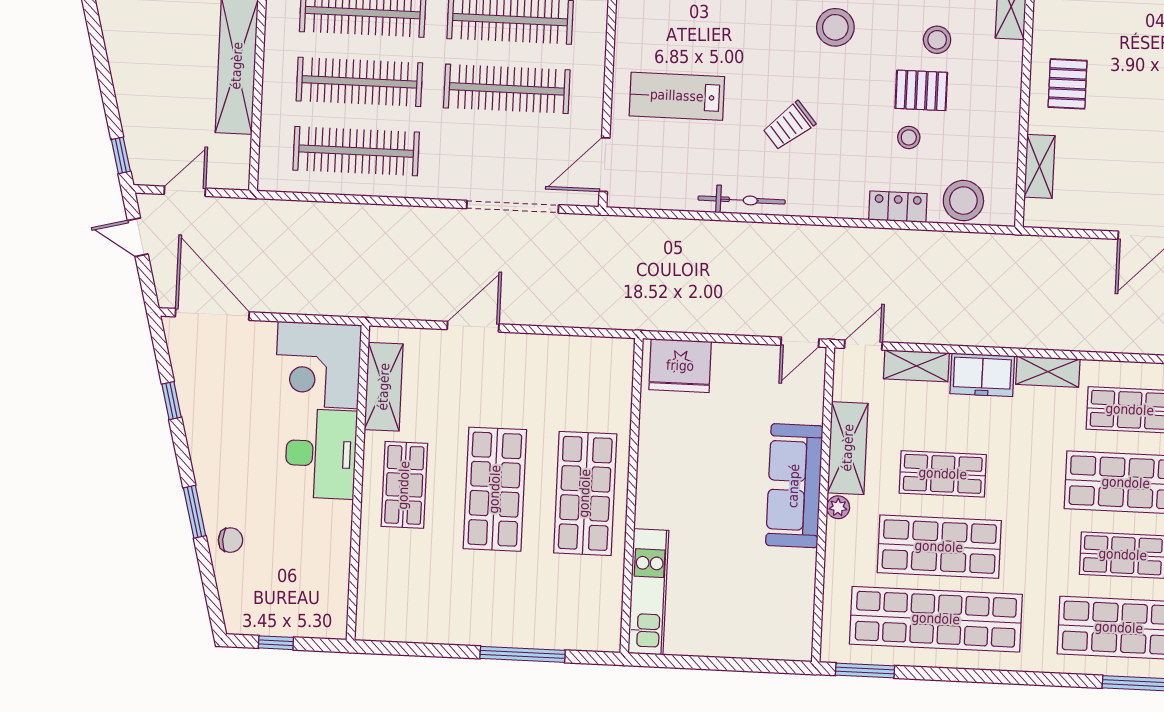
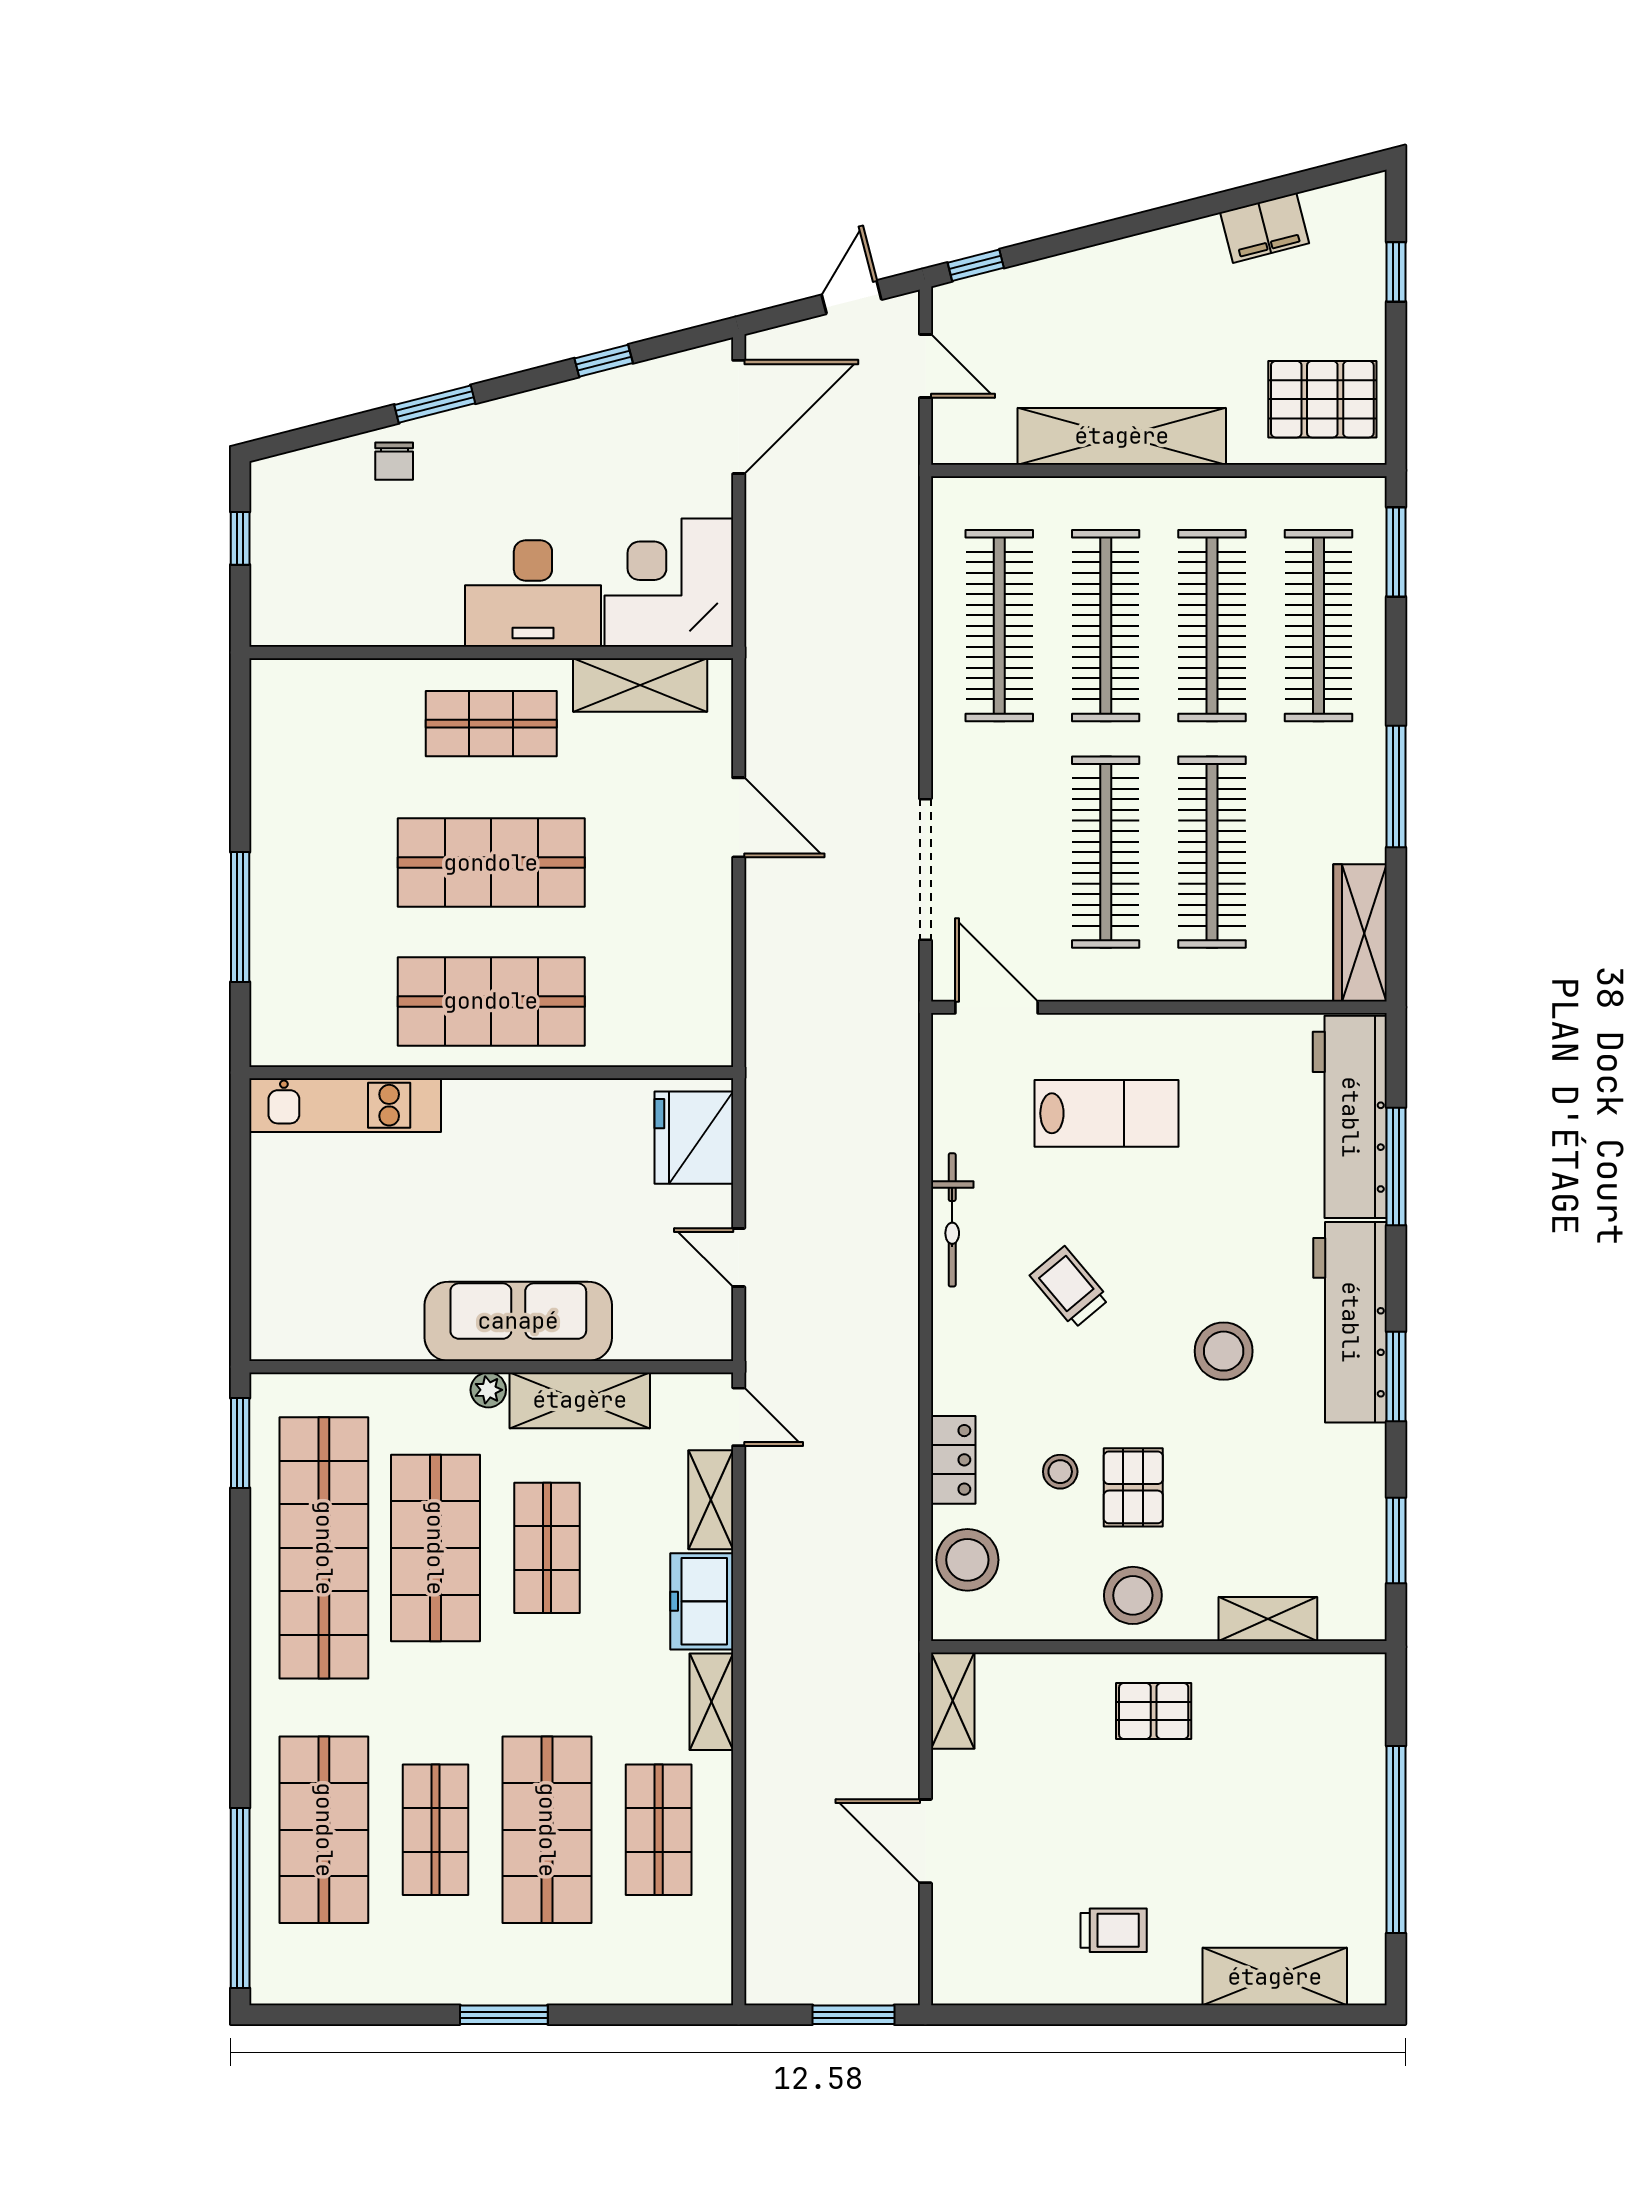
stool: (937, 40) -> (1133, 1595), moved, width x1.38, depth x1.38
lab bench: (677, 96) -> (1107, 1113), turned 90
shelving: (1040, 166) -> (953, 1701), moved, turned 90
door: (800, 342) -> (739, 1257), moved

